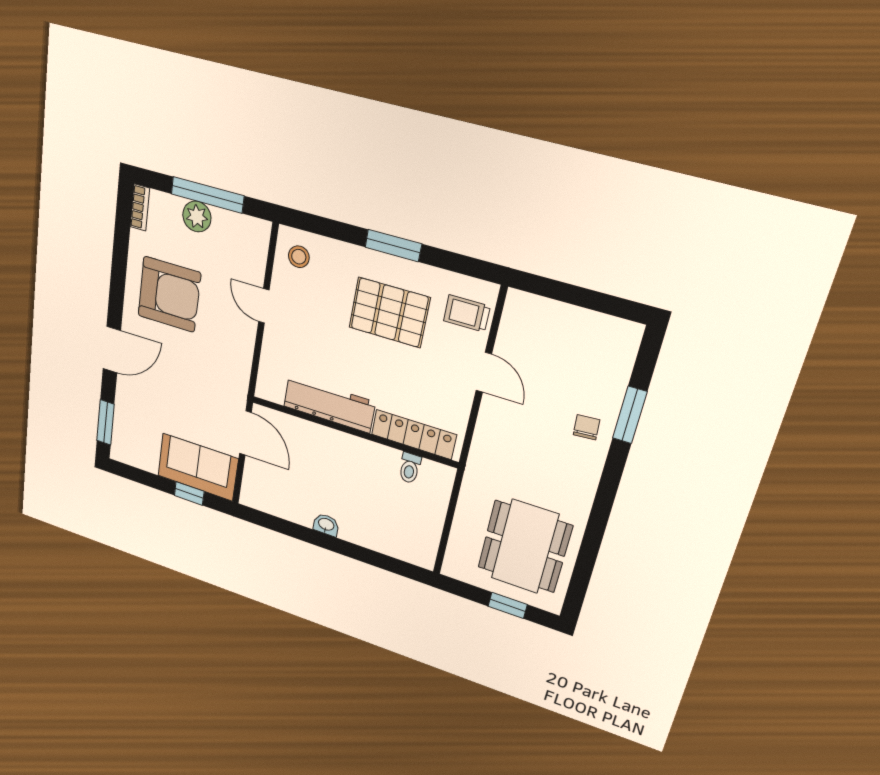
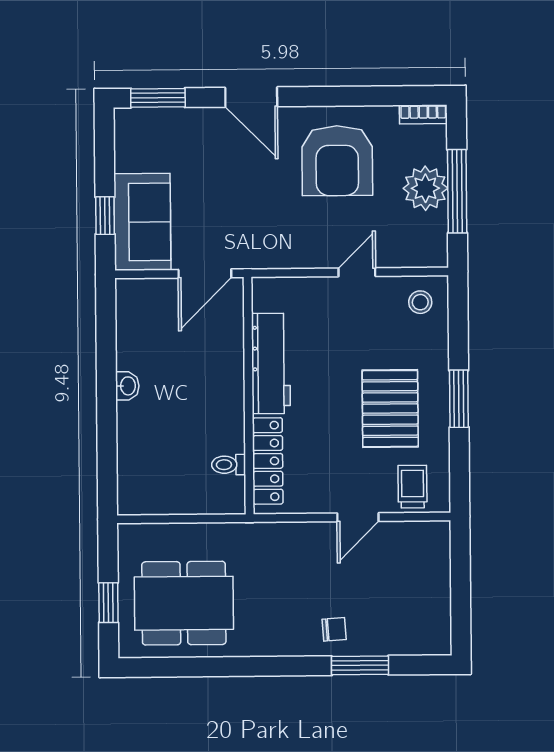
plant: (197, 216) -> (425, 188), width x1.36, depth x1.36

